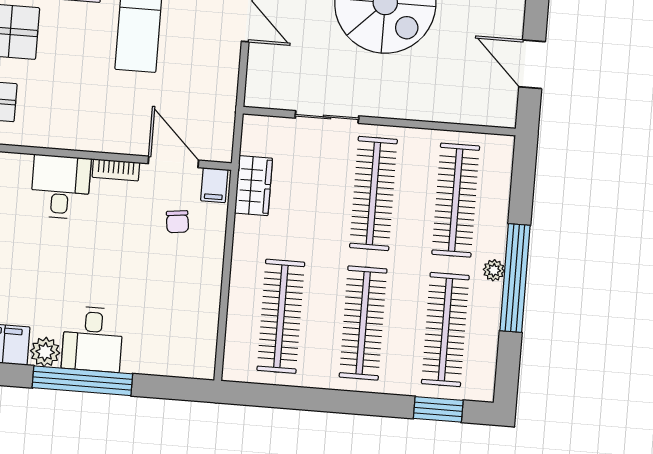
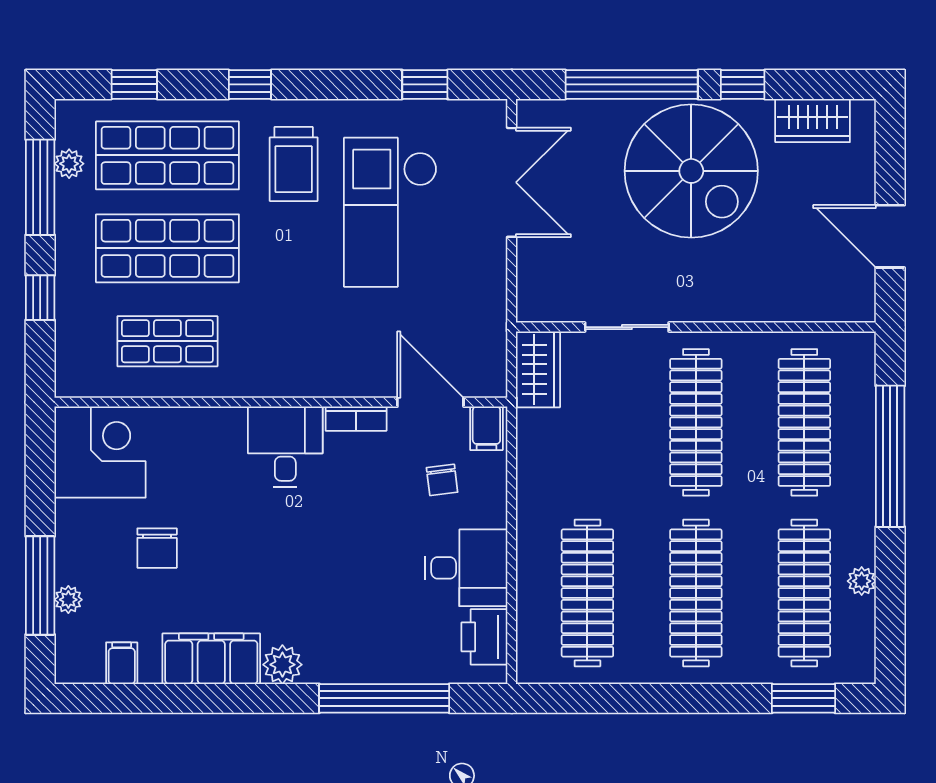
wardrobe: (254, 186) -> (538, 369), moved
plant: (494, 270) -> (862, 581), moved
window: (515, 278) -> (890, 456), moved
desk: (93, 339) -> (466, 568), moved, turned -90
printer: (200, 343) -> (484, 637), added
window: (82, 381) -> (384, 698), moved

